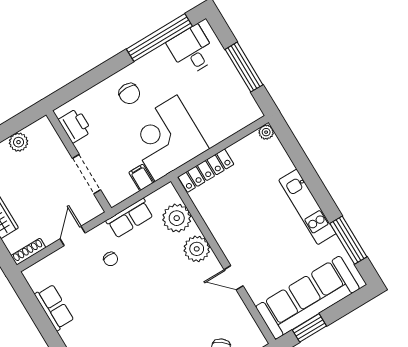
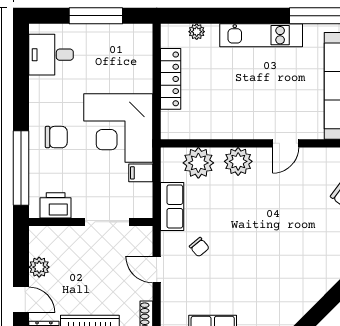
window: (159, 38) -> (21, 168), moved
plant: (266, 132) -> (197, 32), moved
locker: (206, 171) -> (171, 79), moved
chair: (111, 259) -> (199, 247), turned 50

